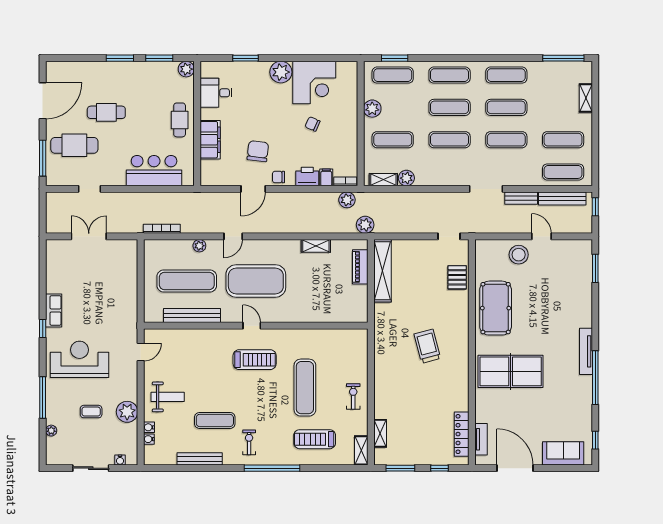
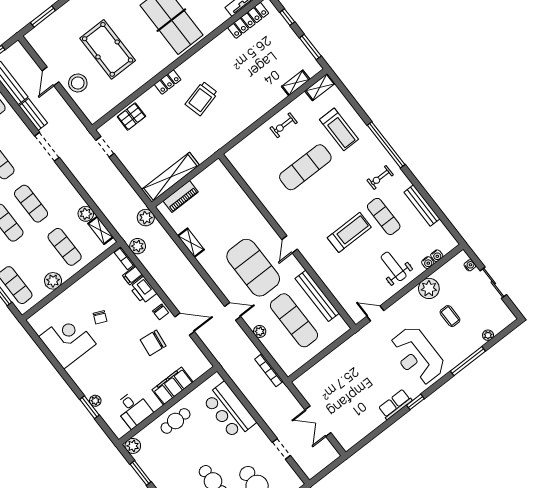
plant: (281, 72) -> (95, 401), moved, width x0.53, depth x0.53
pool table: (496, 308) -> (108, 49), moved, turned 90
locker: (462, 329) -> (168, 82), added
treadmill: (255, 360) -> (349, 232), moved, turned 90

